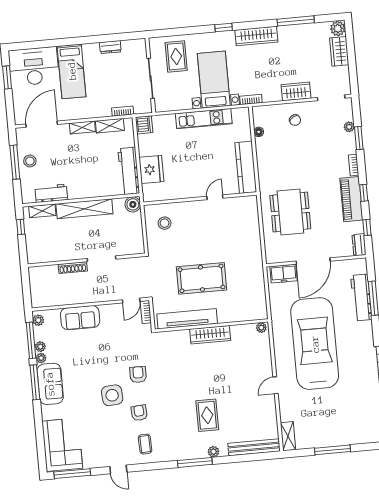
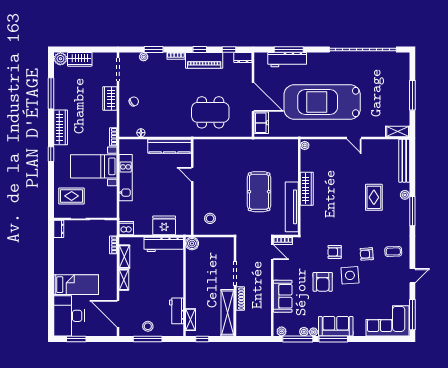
dresser: (110, 47) -> (59, 229), moved
shelving: (84, 209) -> (228, 313), moved
armchair: (101, 364) -> (323, 282), added
rug: (207, 415) -> (374, 197), turned 90

